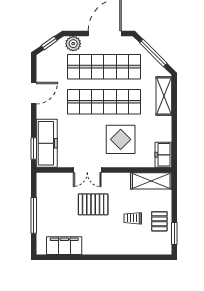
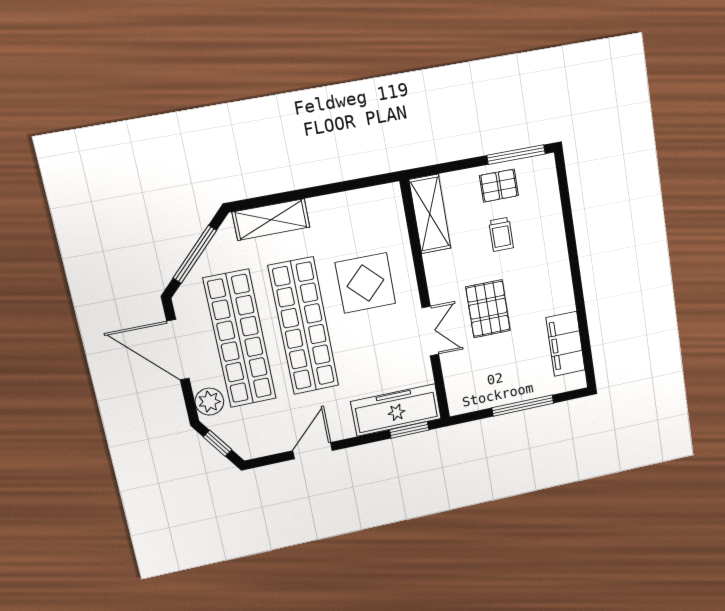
door: (34, 93) -> (313, 451), hinge flipped
freezer: (163, 155) -> (379, 200), removed
window: (174, 233) -> (516, 155), width x1.44

